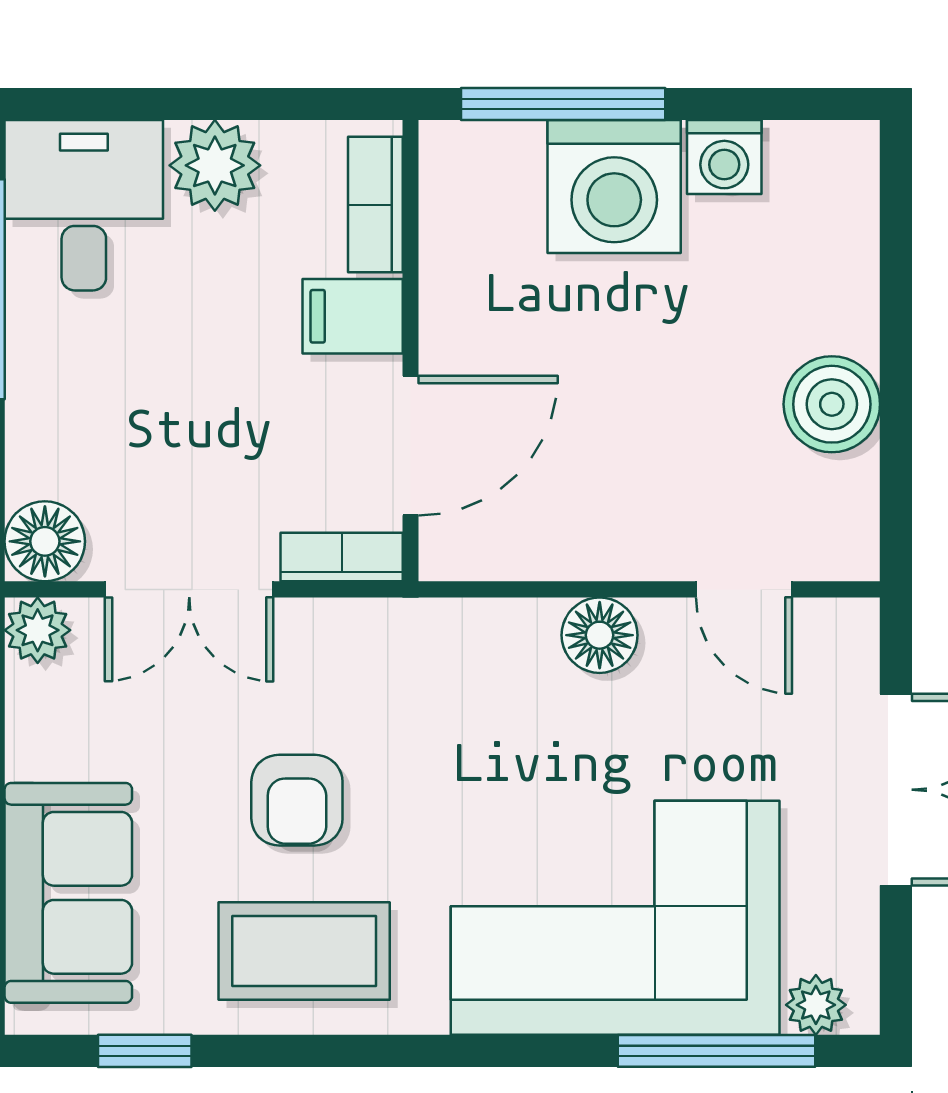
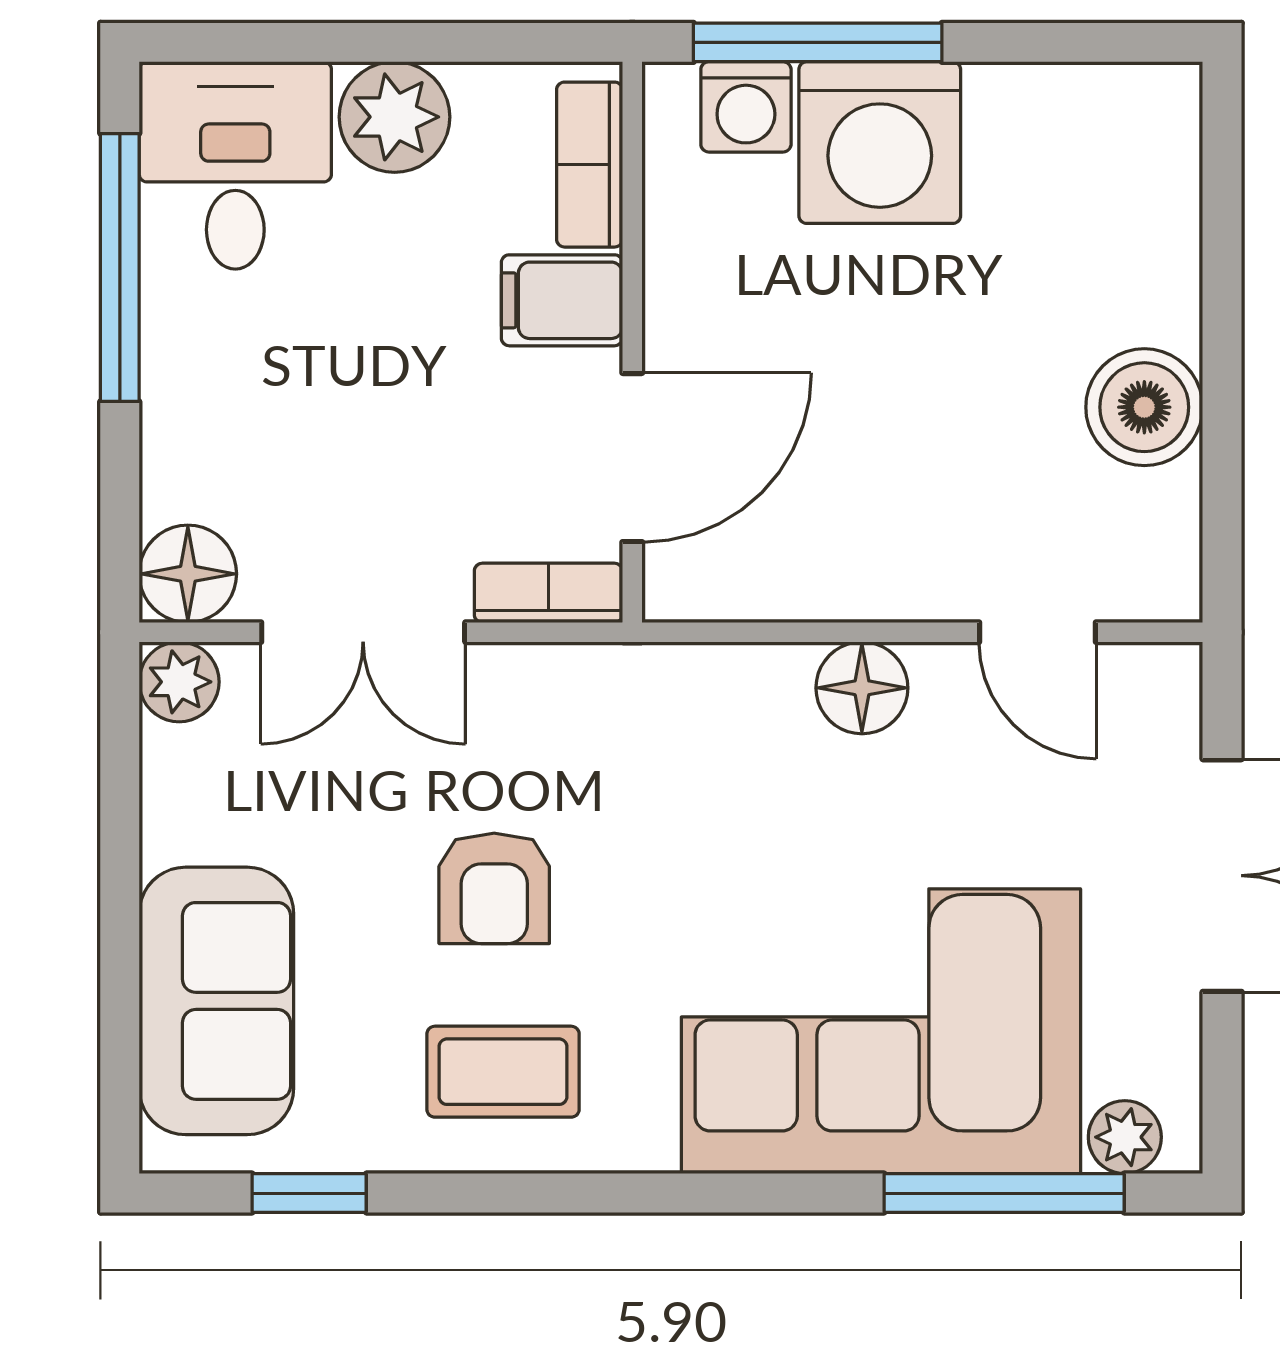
washing machine: (724, 157) -> (746, 107), moved
coffee table: (304, 951) -> (503, 1072), width x0.73, depth x0.77

